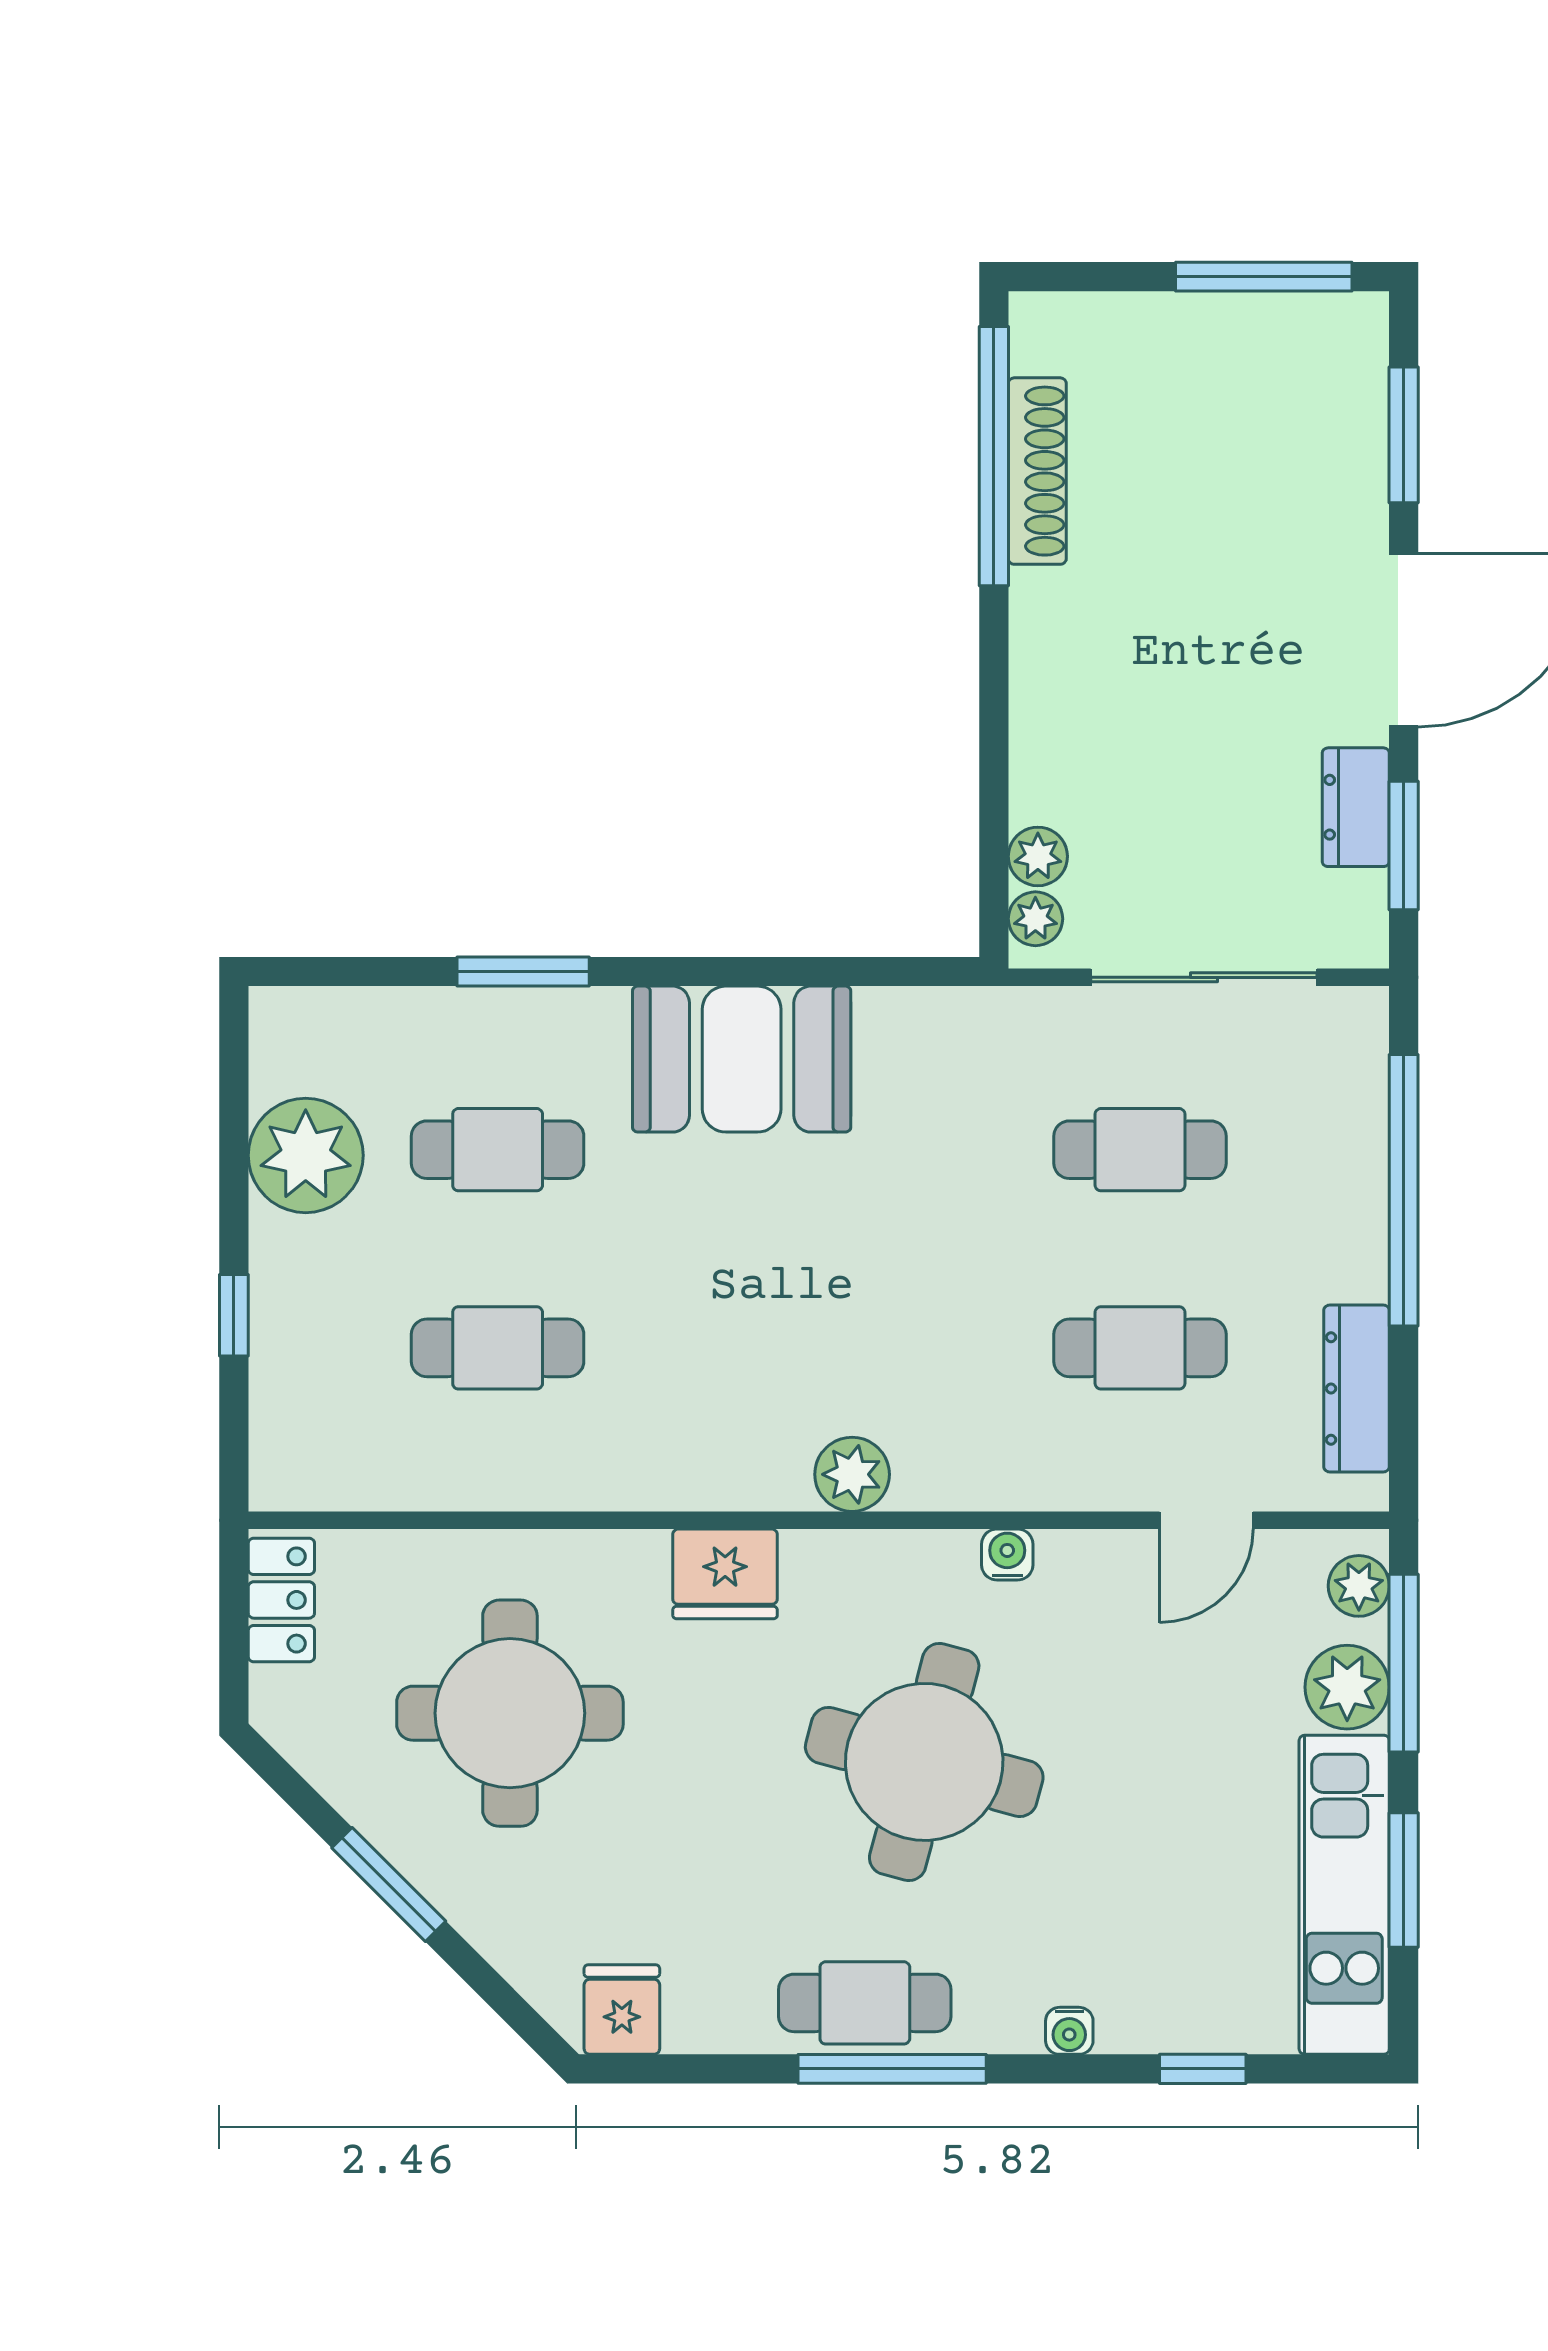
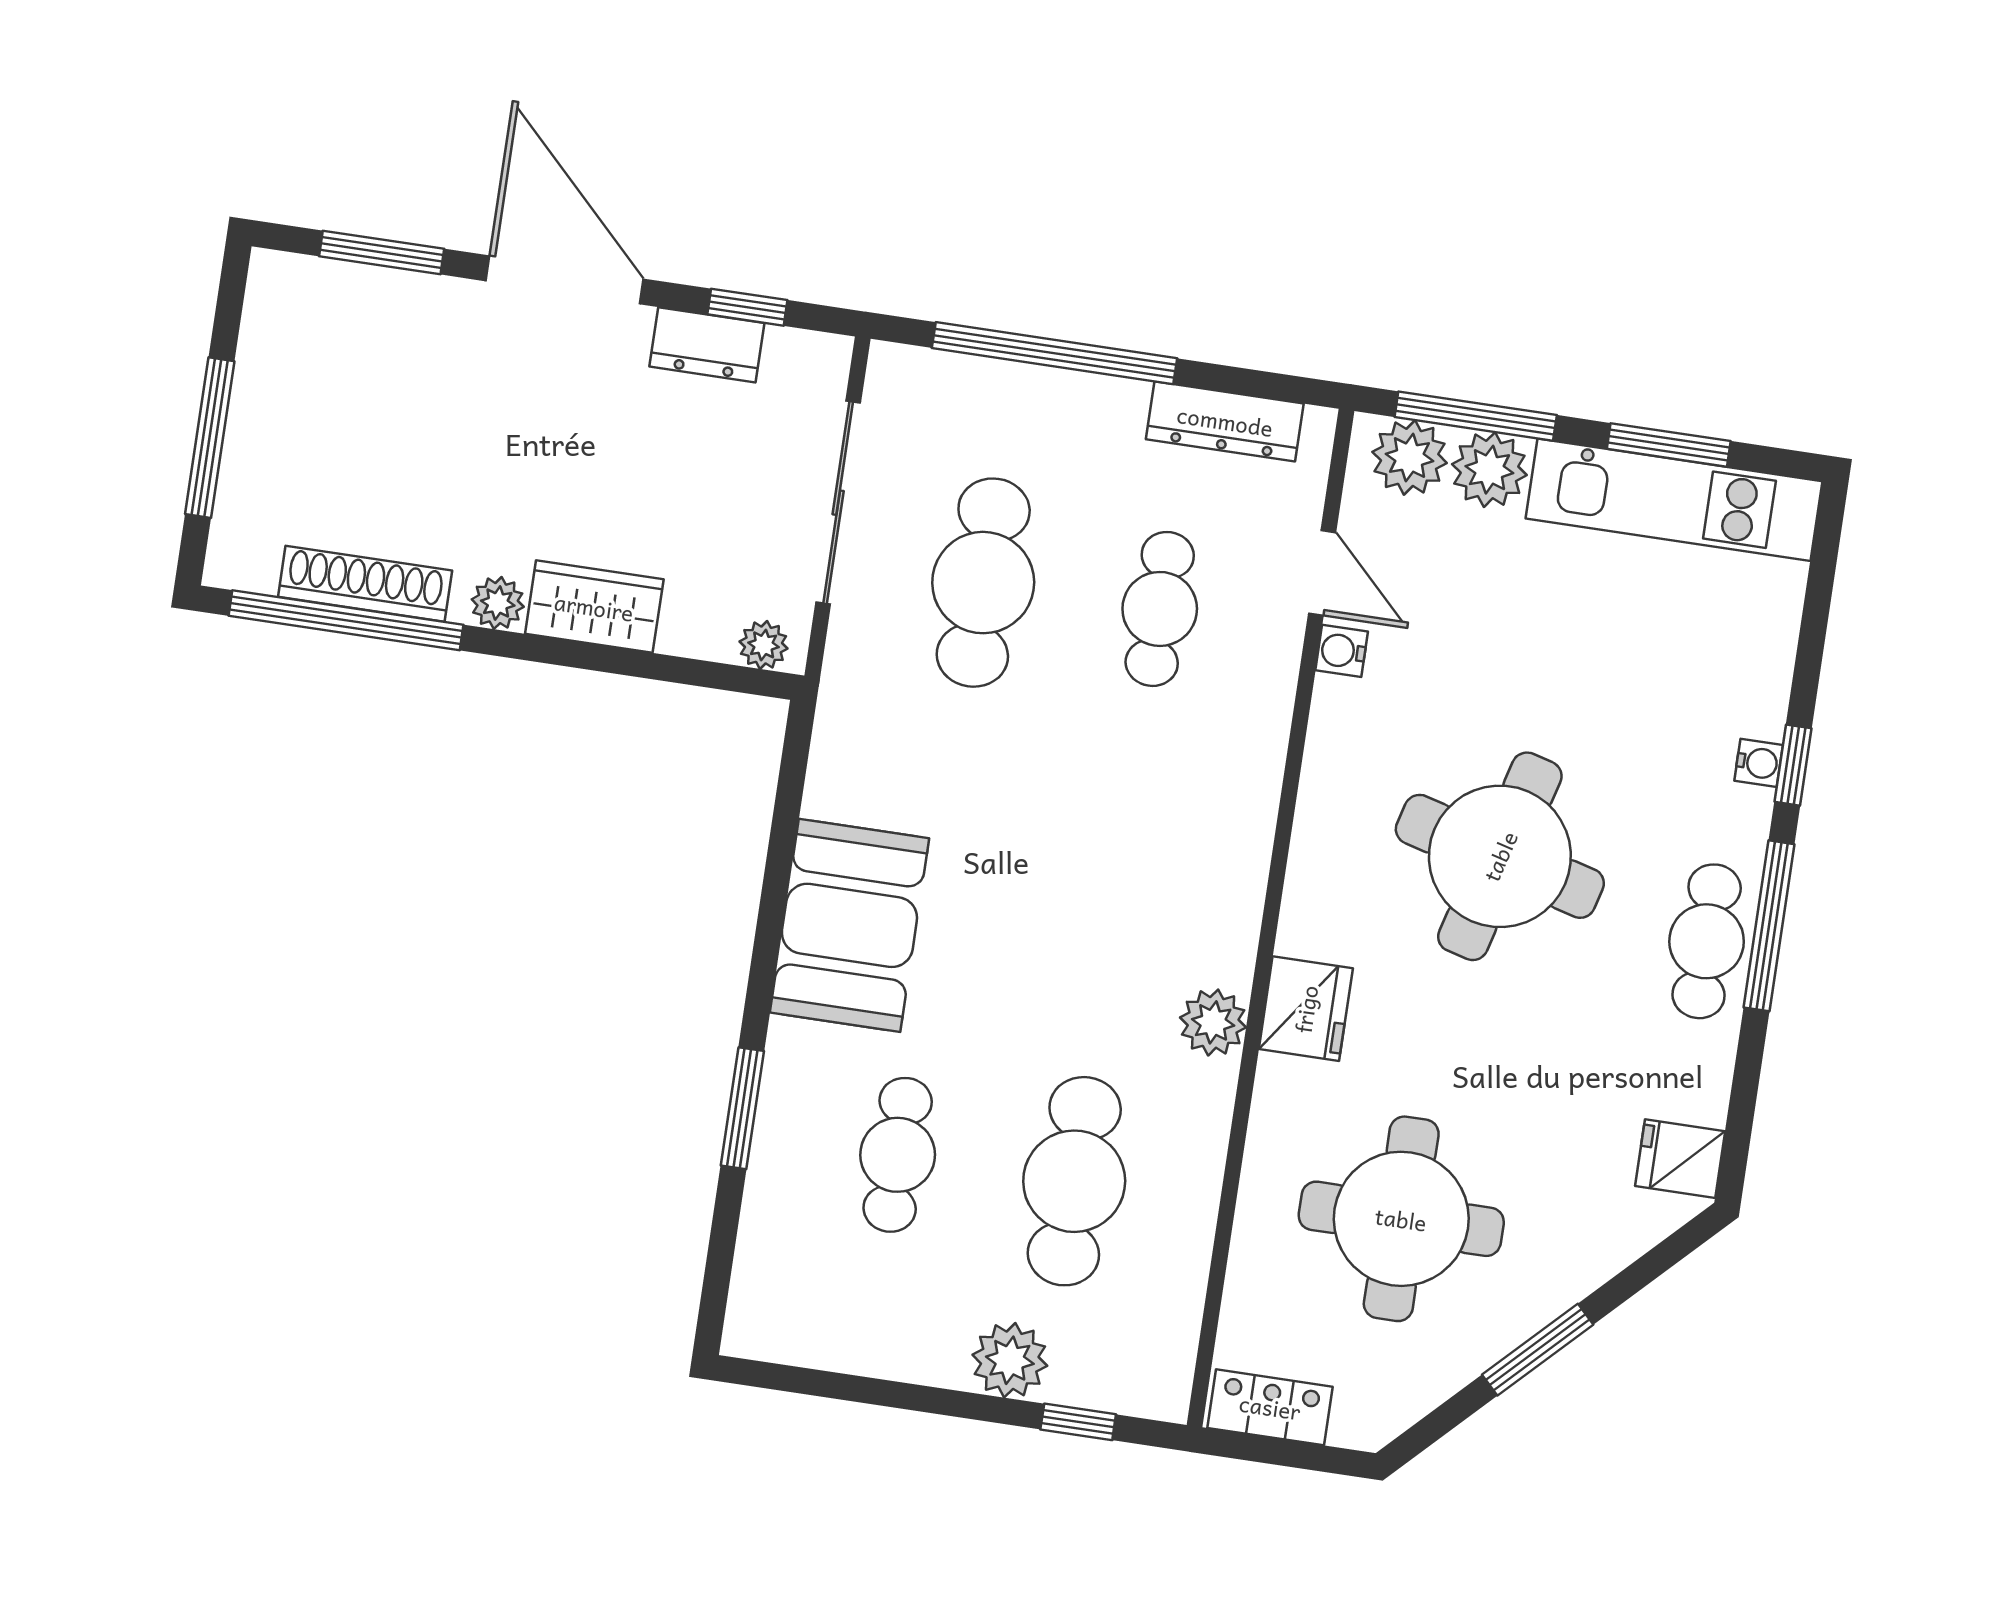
window: (1264, 277) -> (210, 438), moved
wardrobe: (1050, 727) -> (594, 607), added
window: (1404, 846) -> (747, 307), width x0.67
plant: (1038, 856) -> (498, 603), moved
cafe table: (1140, 1150) -> (983, 583), width x1.37, depth x1.35
plant: (306, 1155) -> (1010, 1360), moved, width x0.73, depth x0.73
window: (234, 1315) -> (1078, 1422), moved
cafe table: (498, 1348) -> (1074, 1181), width x1.37, depth x1.35
plant: (852, 1474) -> (1213, 1022), moved
water cooler: (1007, 1555) -> (1342, 651), moved
plant: (1359, 1586) -> (1410, 457), width x1.38, depth x1.38
window: (1203, 2069) -> (1793, 765), moved

